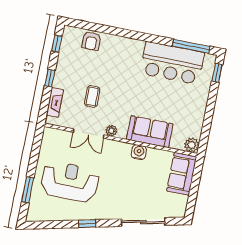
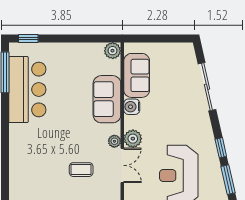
armchair: (91, 41) -> (21, 182), removed
plant: (110, 148) -> (133, 139), added
sofa: (182, 174) -> (137, 75), moved, turned -90
window: (58, 224) -> (228, 180), added

